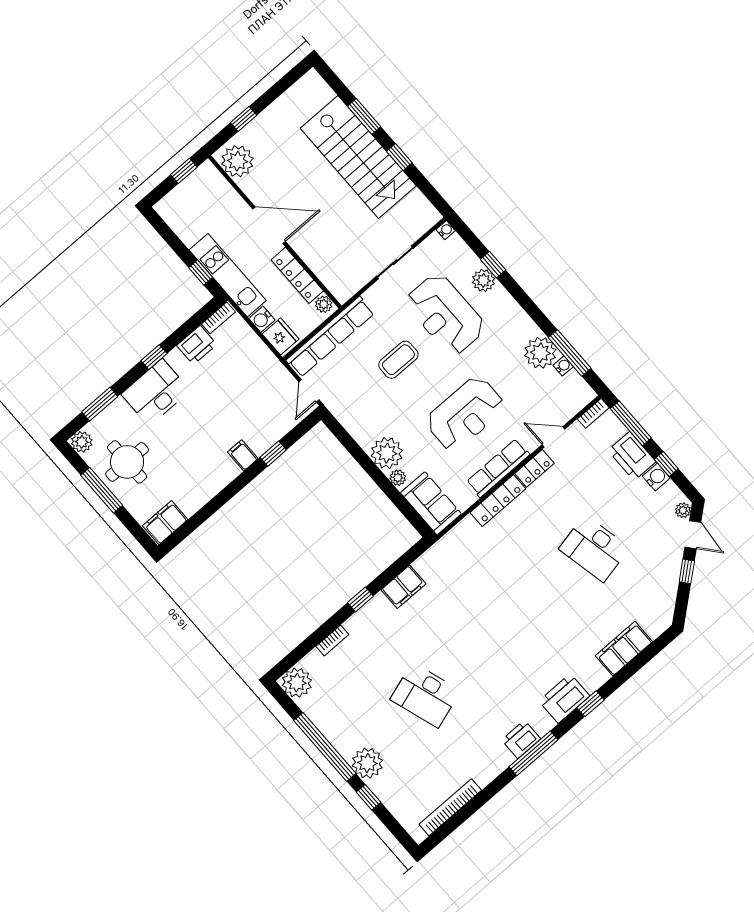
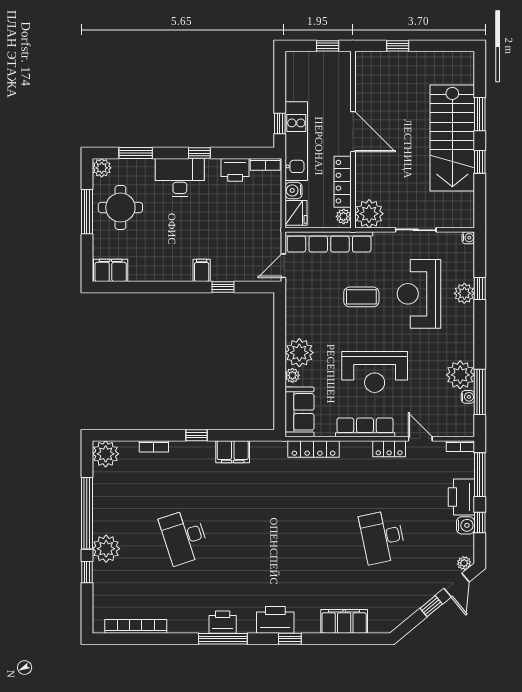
plant: (237, 161) -> (369, 214), moved
locker: (498, 501) -> (314, 449), moved

